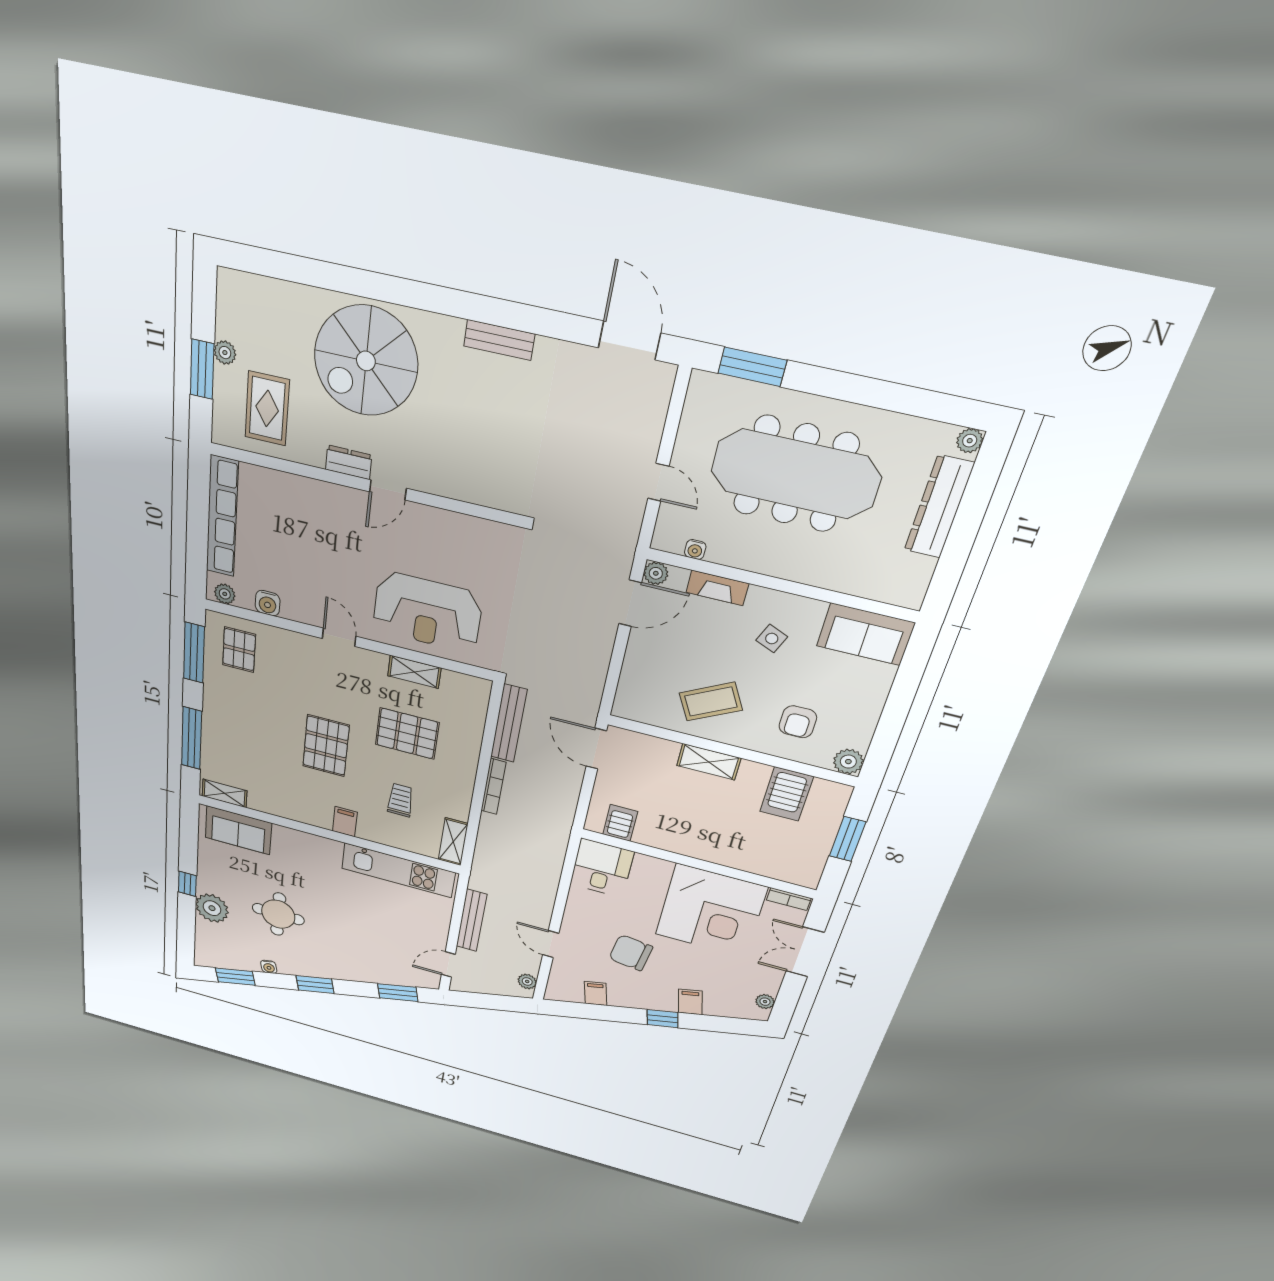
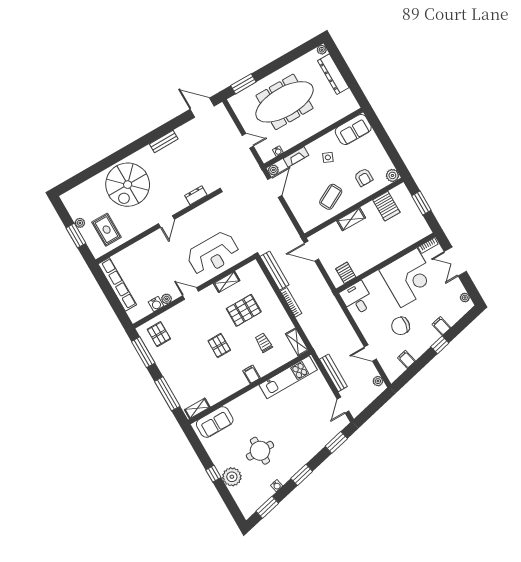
dresser: (349, 462) -> (196, 195), moved
plant: (225, 594) -> (167, 299), moved
pallet: (326, 746) -> (219, 346), width x0.67, depth x0.71

